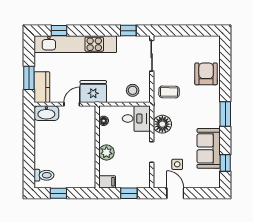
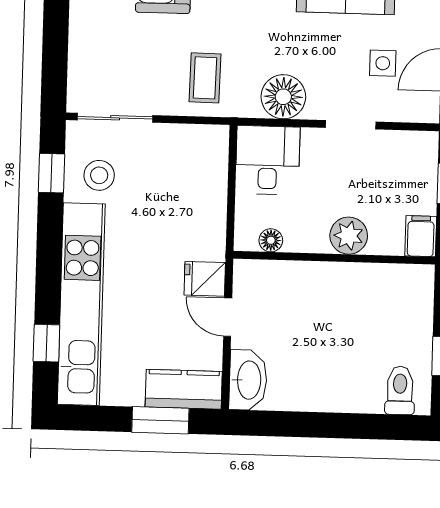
stool: (133, 90) -> (99, 175), moved
fridge: (93, 92) -> (205, 279), width x0.53, depth x0.75

